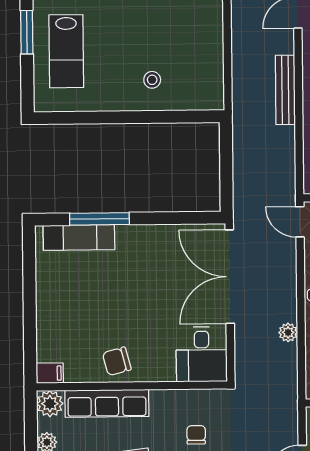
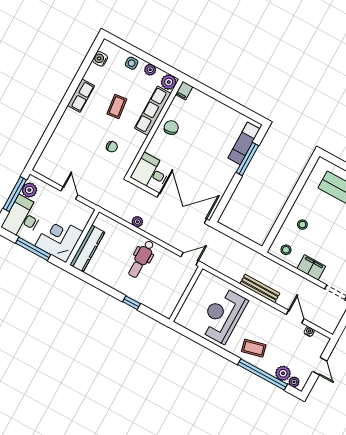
filing cabinet: (210, 30) -> (311, 267), added
stool: (204, 83) -> (286, 250), added

